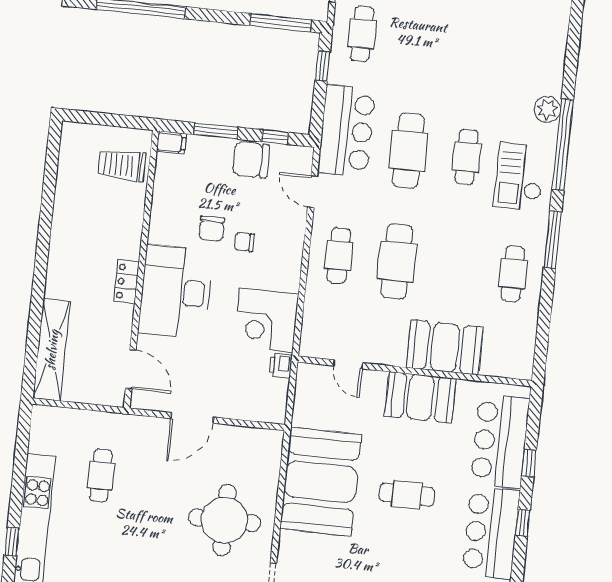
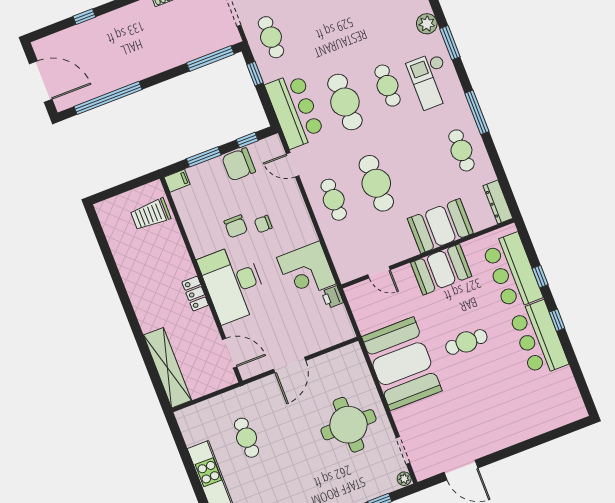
window: (563, 144) -> (450, 43), width x0.47
dresser: (524, 354) -> (498, 202), added

